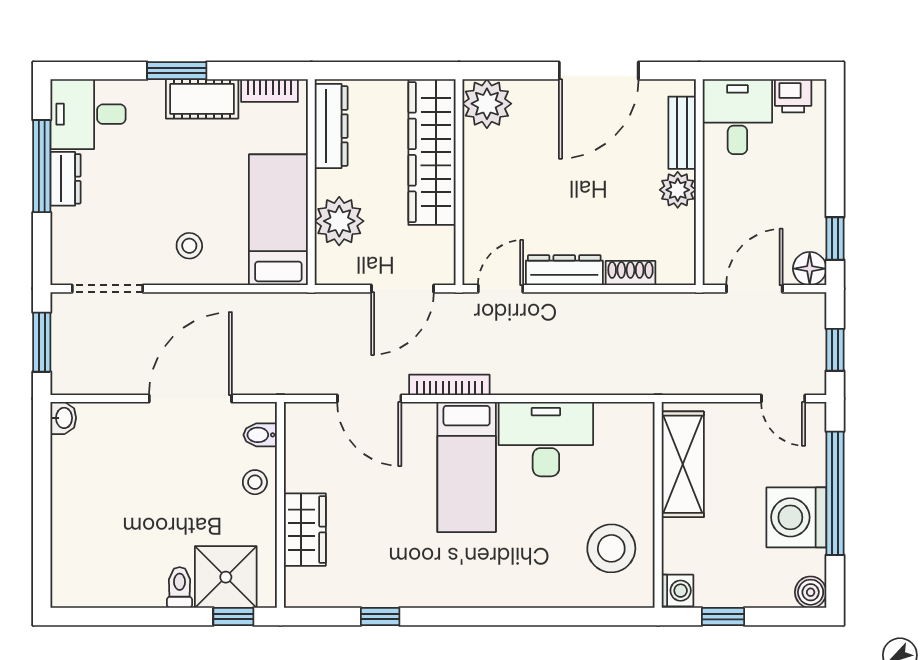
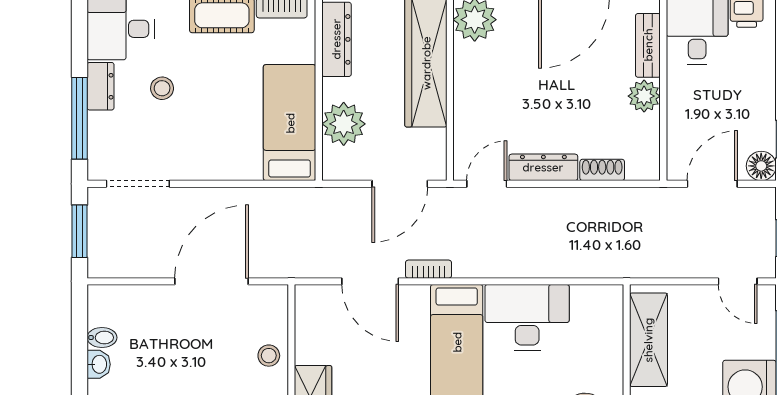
window: (42, 166) -> (79, 118), moved
stool: (189, 246) -> (162, 88), moved
bookcase: (449, 385) -> (428, 269), width x0.64
washbasin: (63, 418) -> (99, 364), moved
bidet: (260, 435) -> (102, 338), moved, turned 180

